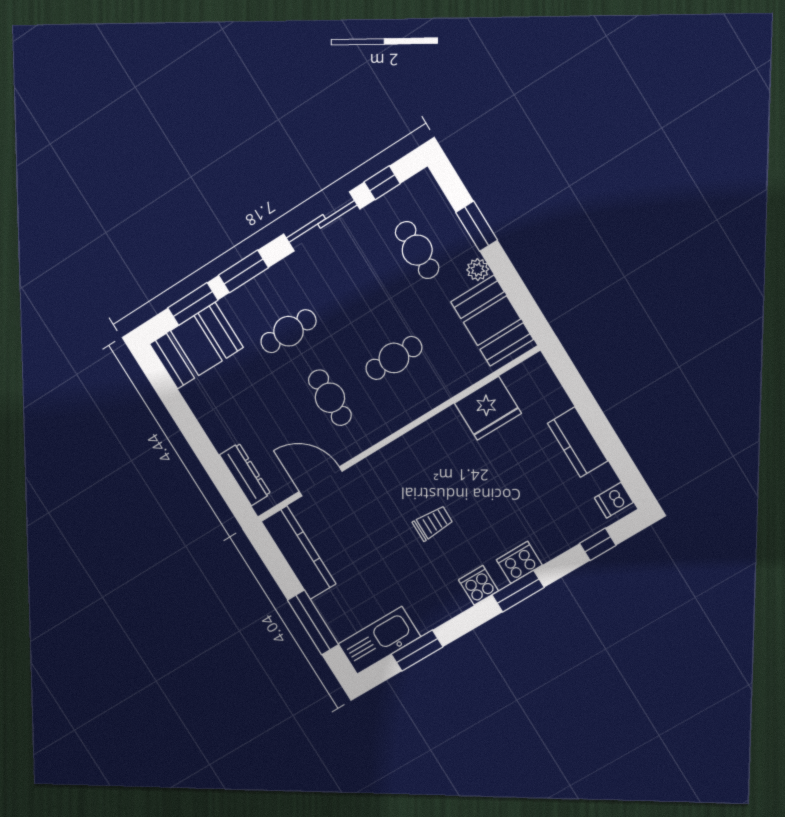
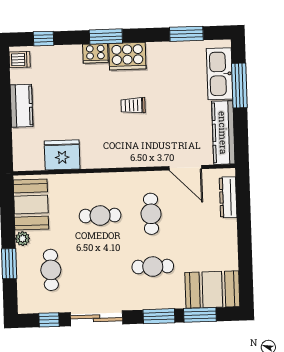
cooker: (478, 585) -> (127, 56), width x1.87, depth x1.31
kitchen sink: (379, 640) -> (220, 74), moved, turned 90

